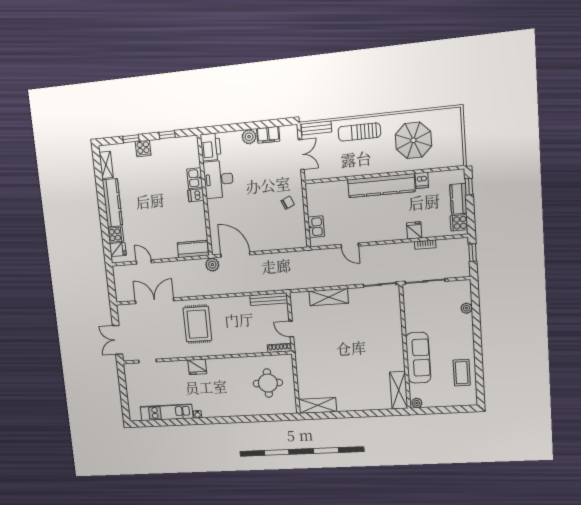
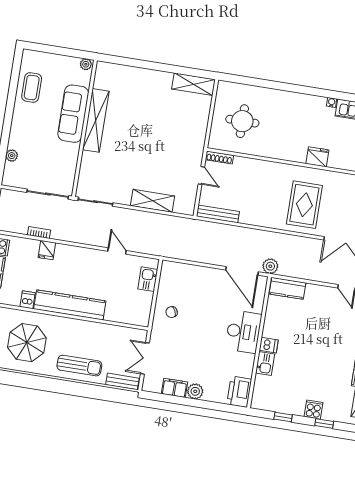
desk: (219, 179) -> (243, 332), moved
shelving: (399, 390) -> (96, 120), moved, width x1.47

